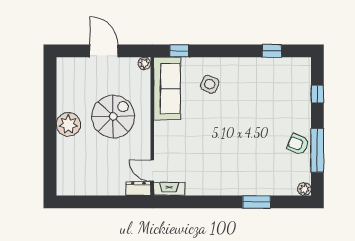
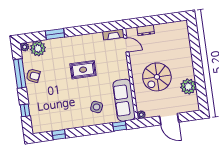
plant: (68, 124) -> (188, 87), moved
rug: (222, 143) -> (83, 70), added
plant: (285, 184) -> (38, 49), added
dresser: (138, 189) -> (146, 30), moved

